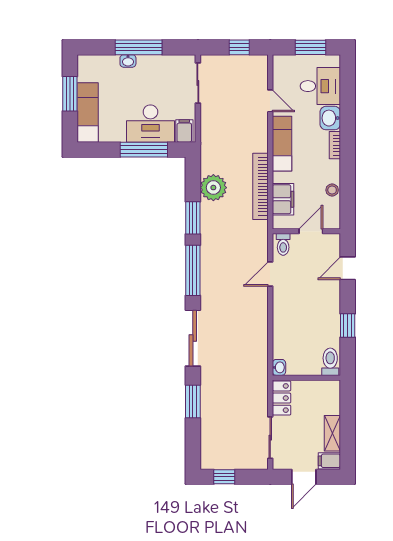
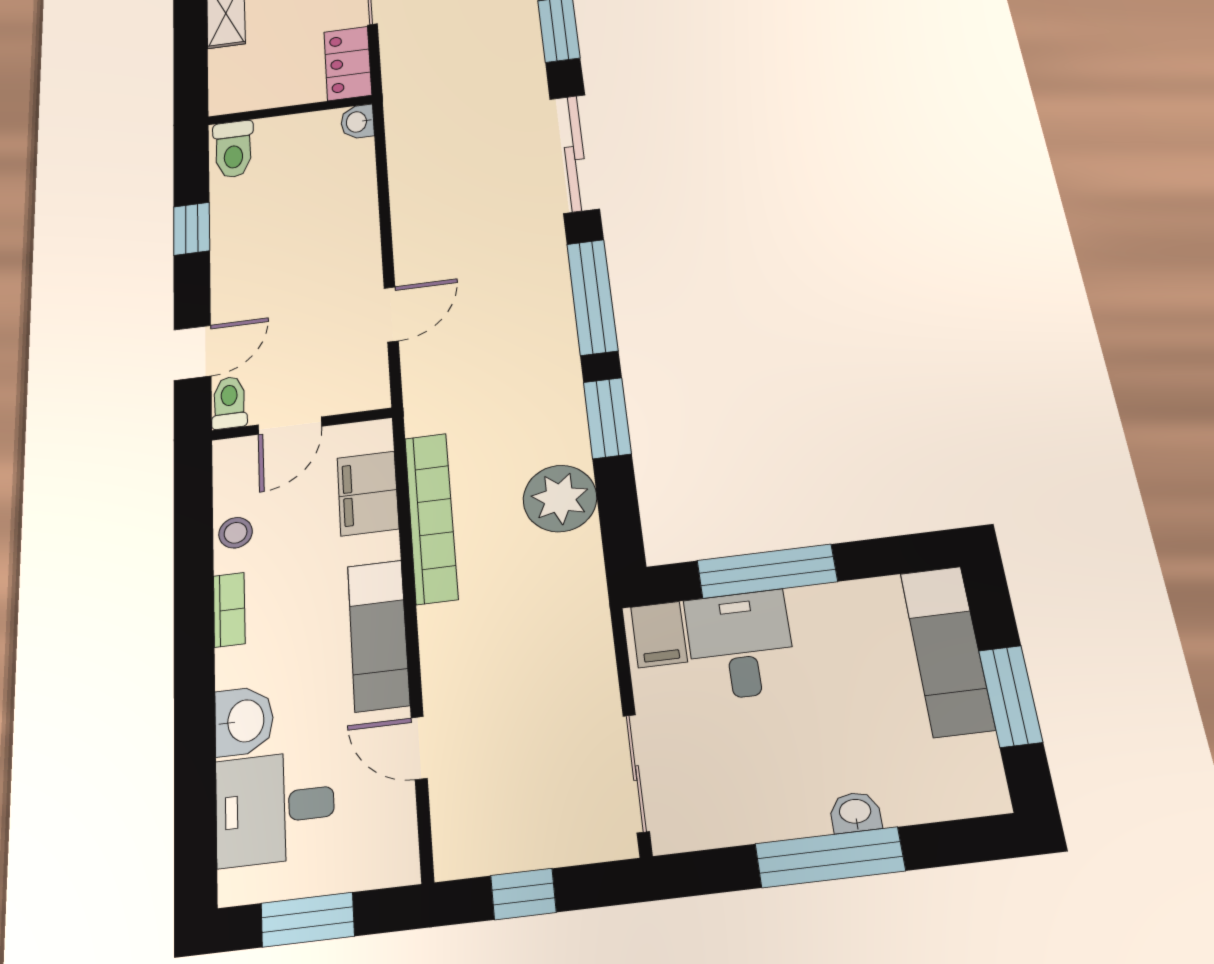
desk: (150, 124) -> (740, 645), width x0.73
bookcase: (335, 145) -> (229, 610), moved
toilet: (283, 244) -> (229, 403), moved

